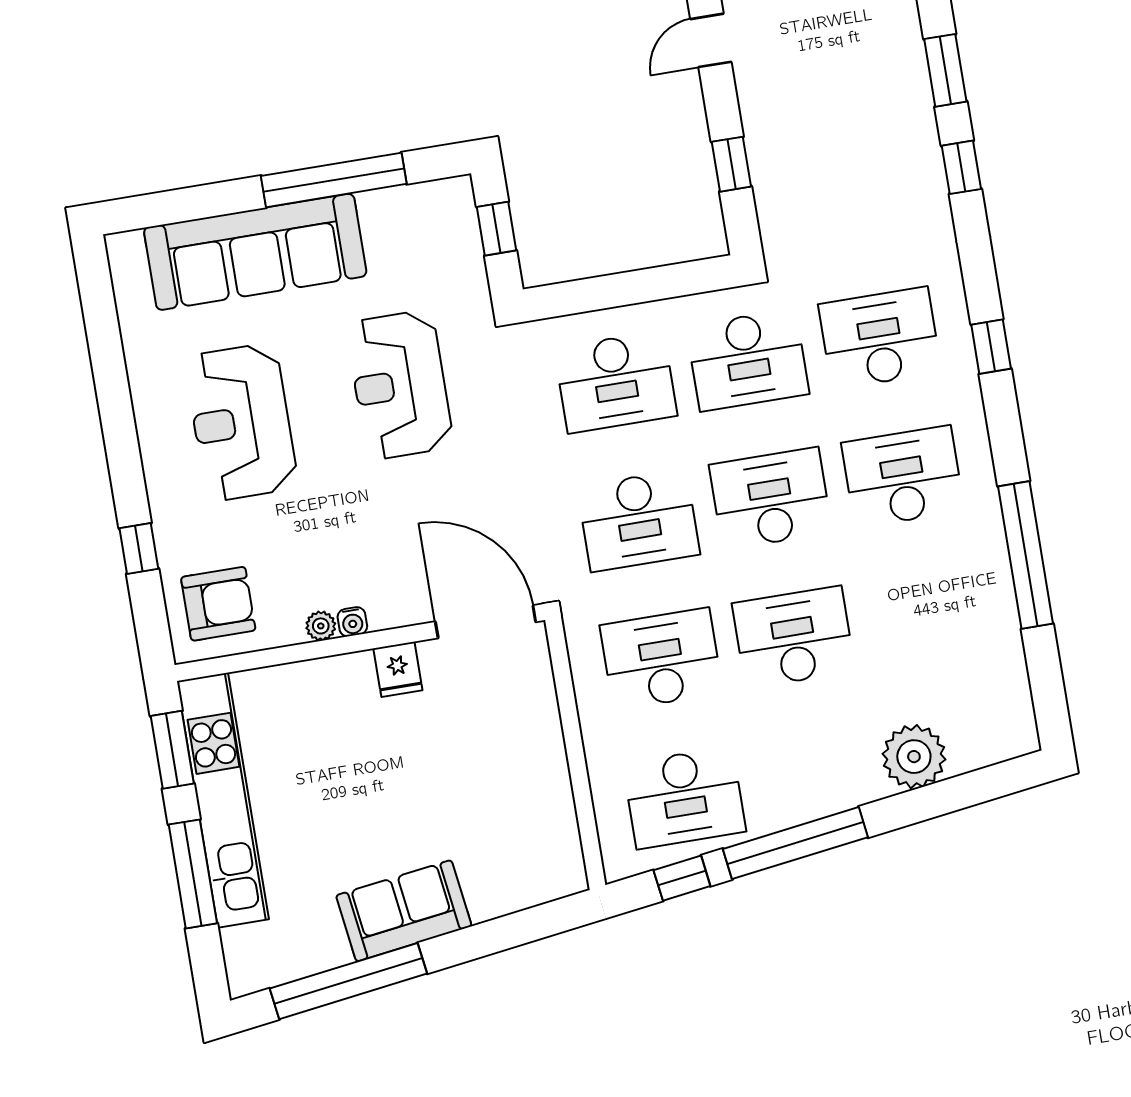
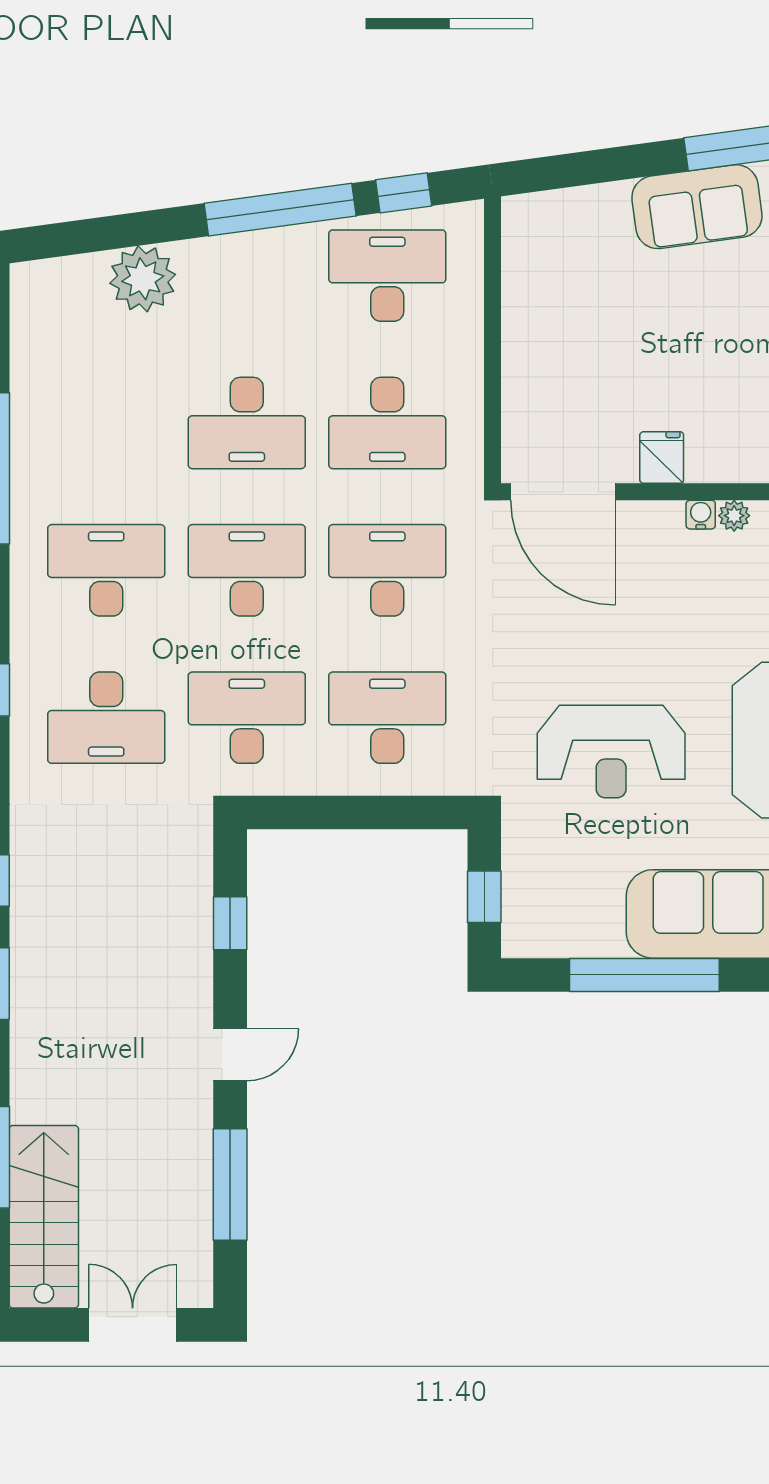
reception desk: (400, 385) -> (611, 751), turned 90
desk: (903, 477) -> (106, 570), turned 180
desk: (771, 499) -> (247, 570), turned 180

